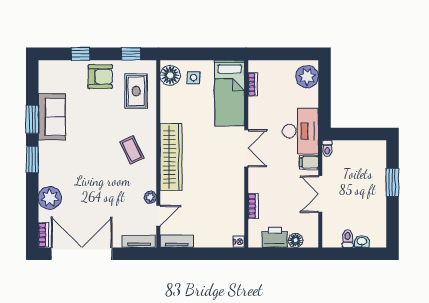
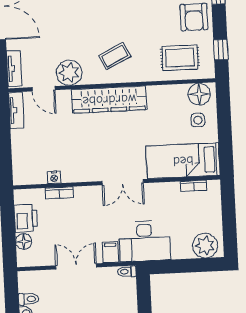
plant: (150, 197) -> (69, 73), width x1.87, depth x1.87
nightstand: (239, 242) -> (54, 177), moved

